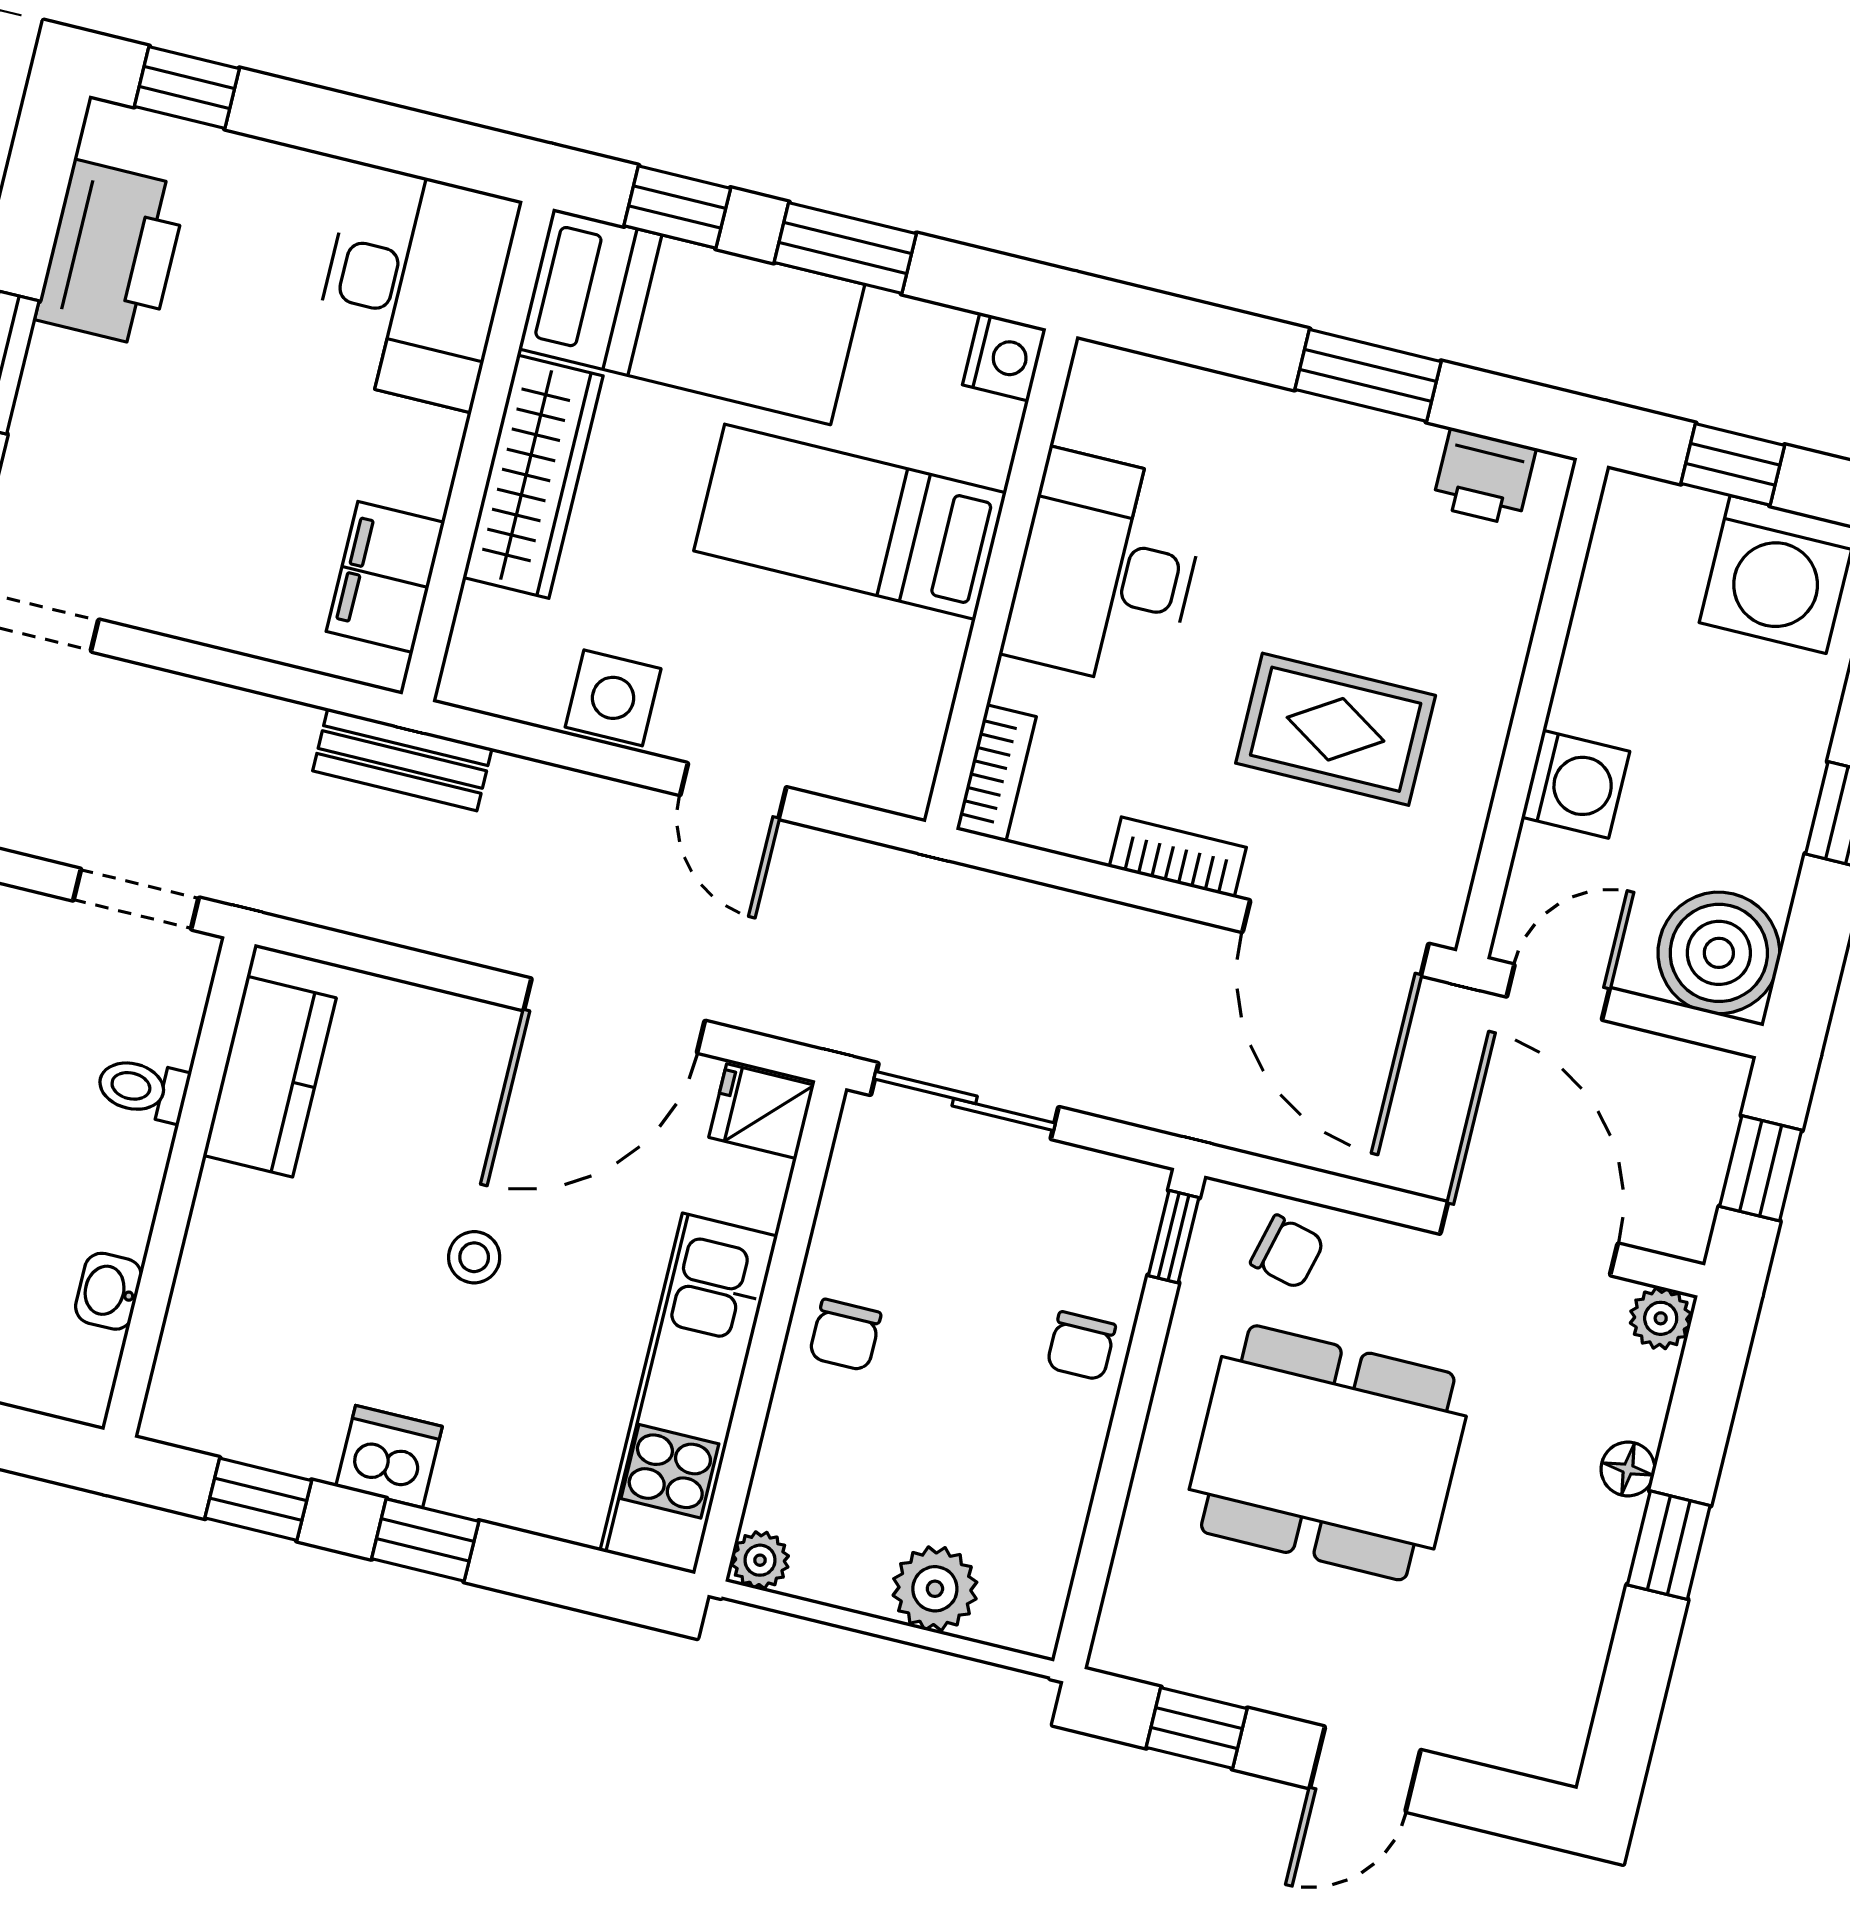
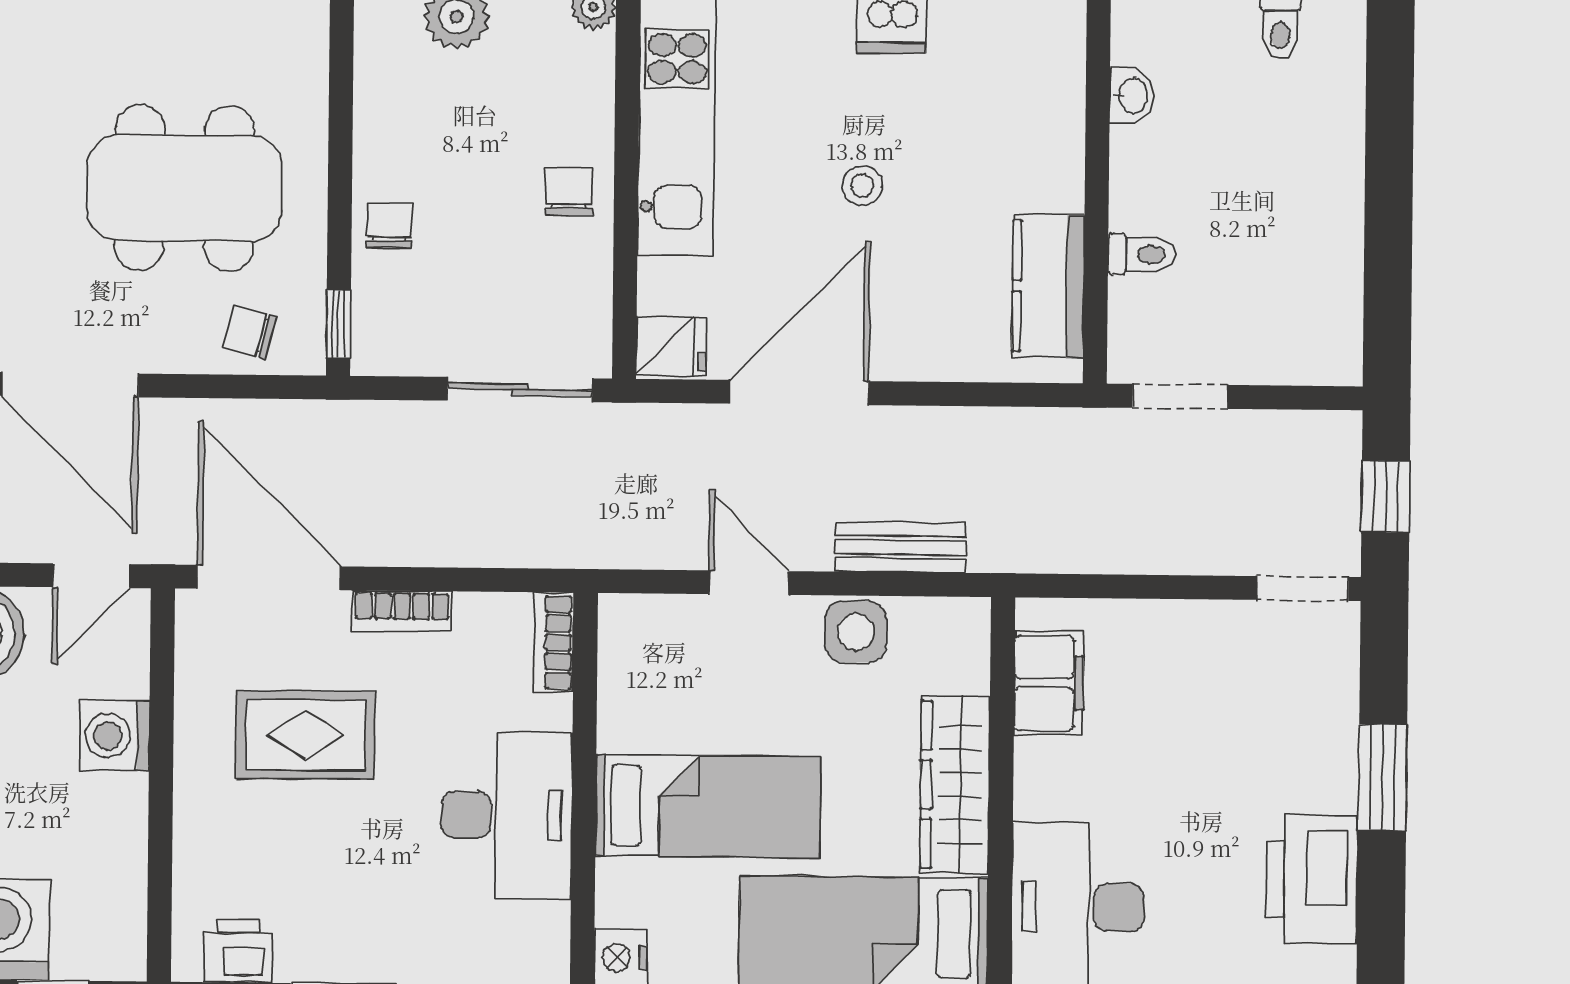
bench: (402, 760) -> (900, 547), moved

